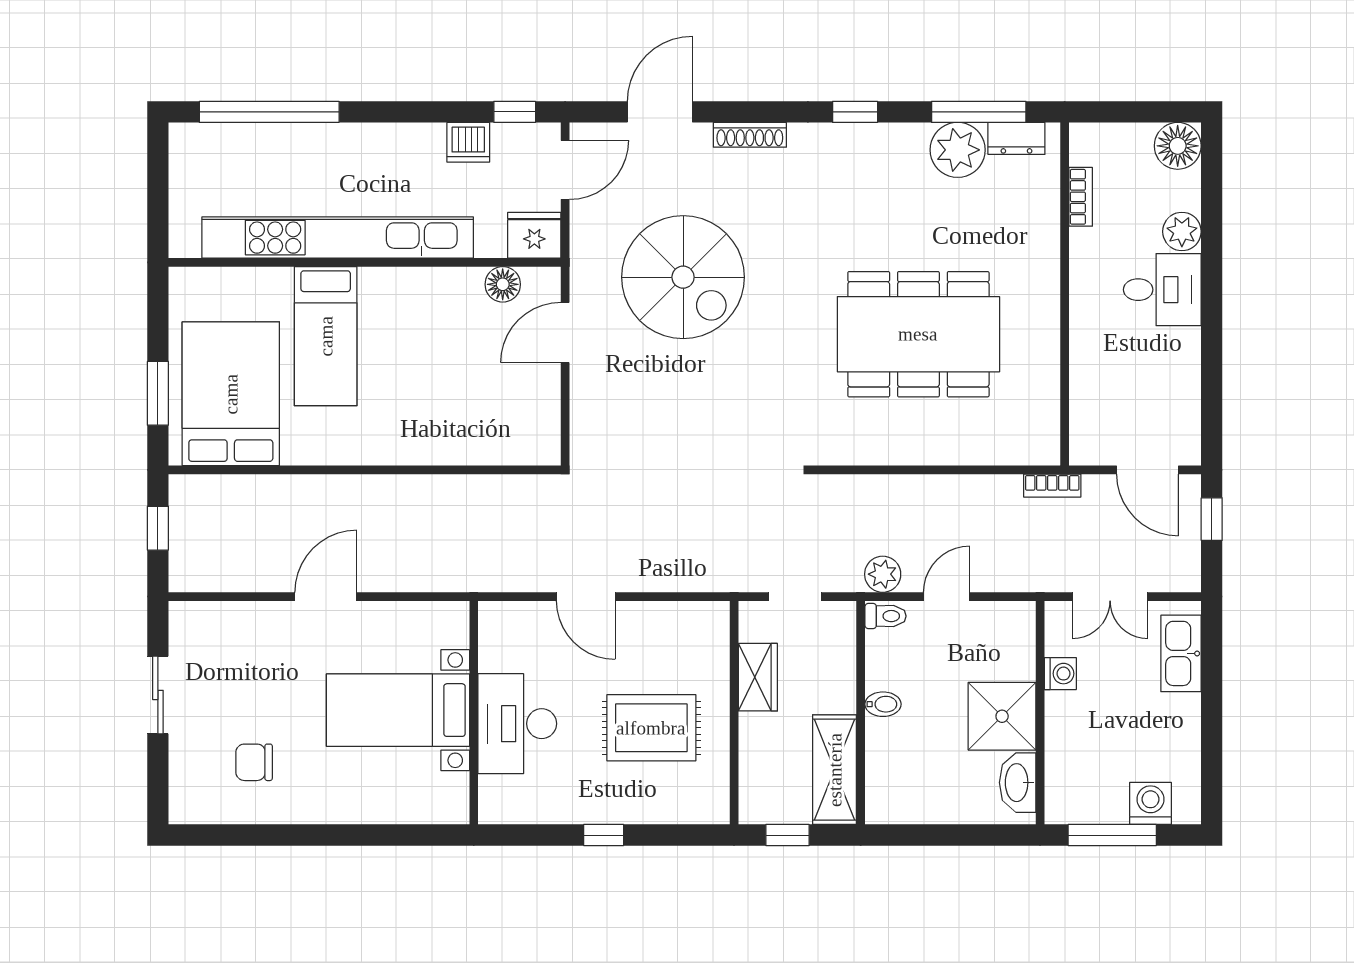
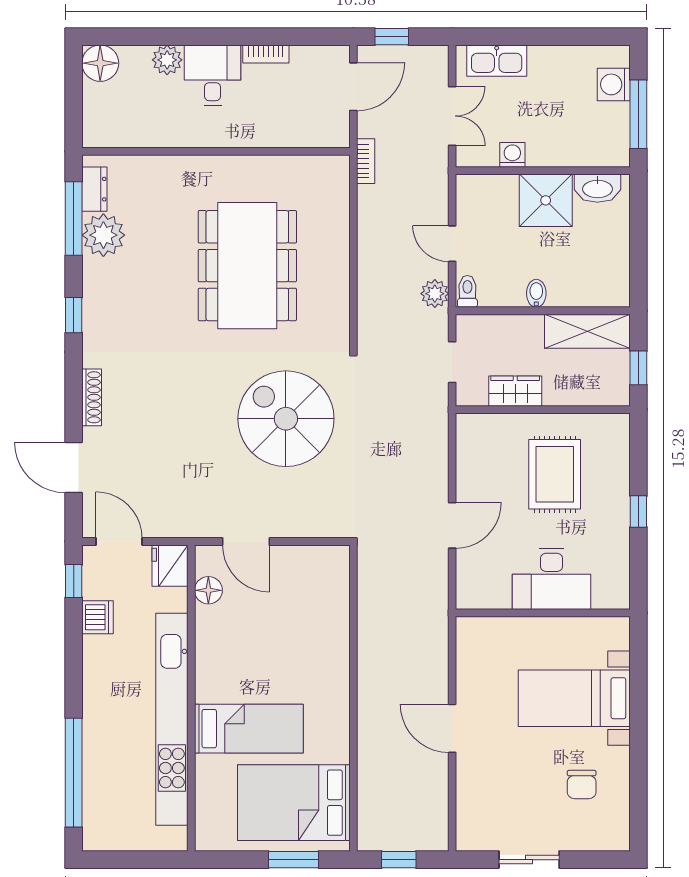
bookcase: (1081, 197) -> (266, 54), moved, turned 180
spiral stairs: (683, 277) -> (286, 419), moved, turned -90
bed with nightstands: (398, 710) -> (574, 698), moved, turned 90

